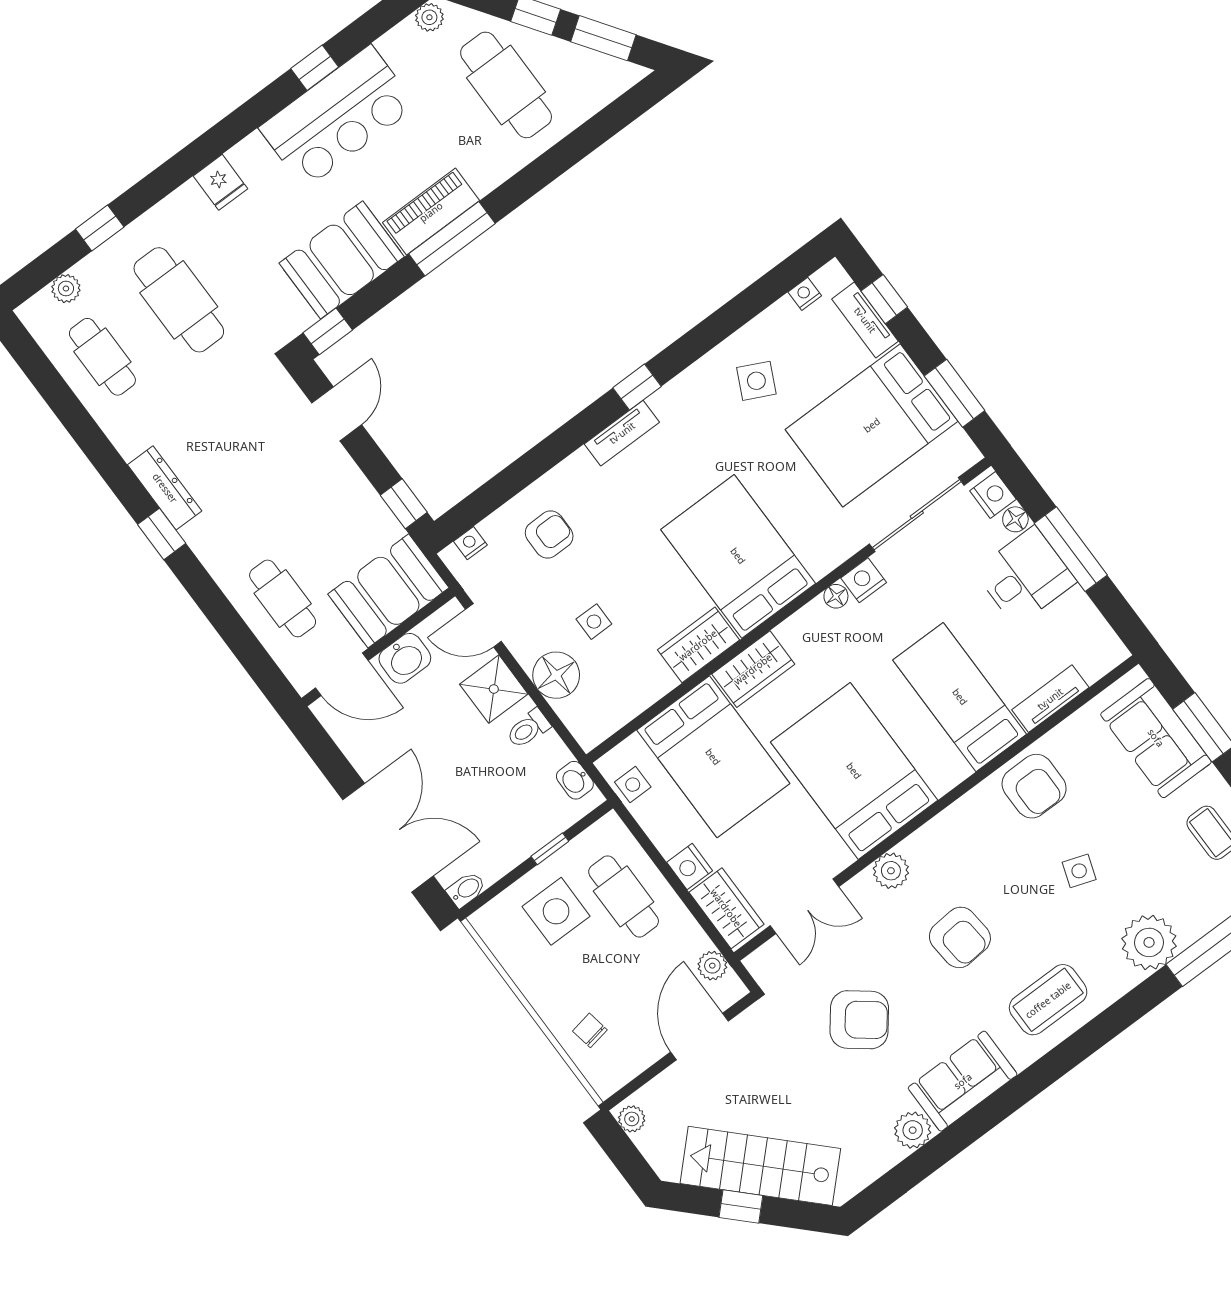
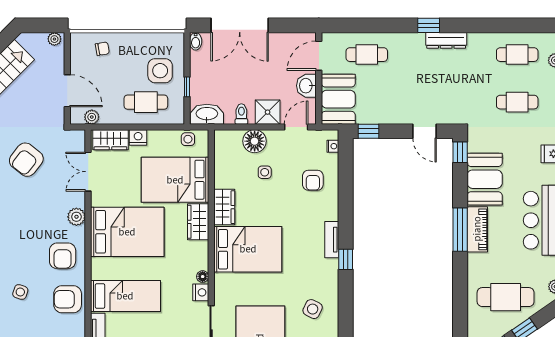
cafe table: (179, 300) -> (517, 102), width x0.73, depth x0.74
washbasin: (575, 780) -> (207, 114), width x1.91, depth x1.45
armchair: (960, 937) -> (63, 256), moved, turned -85

